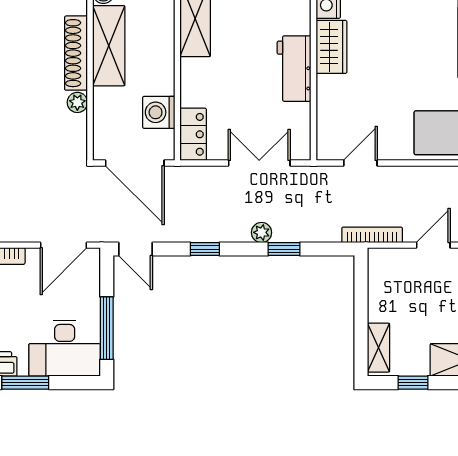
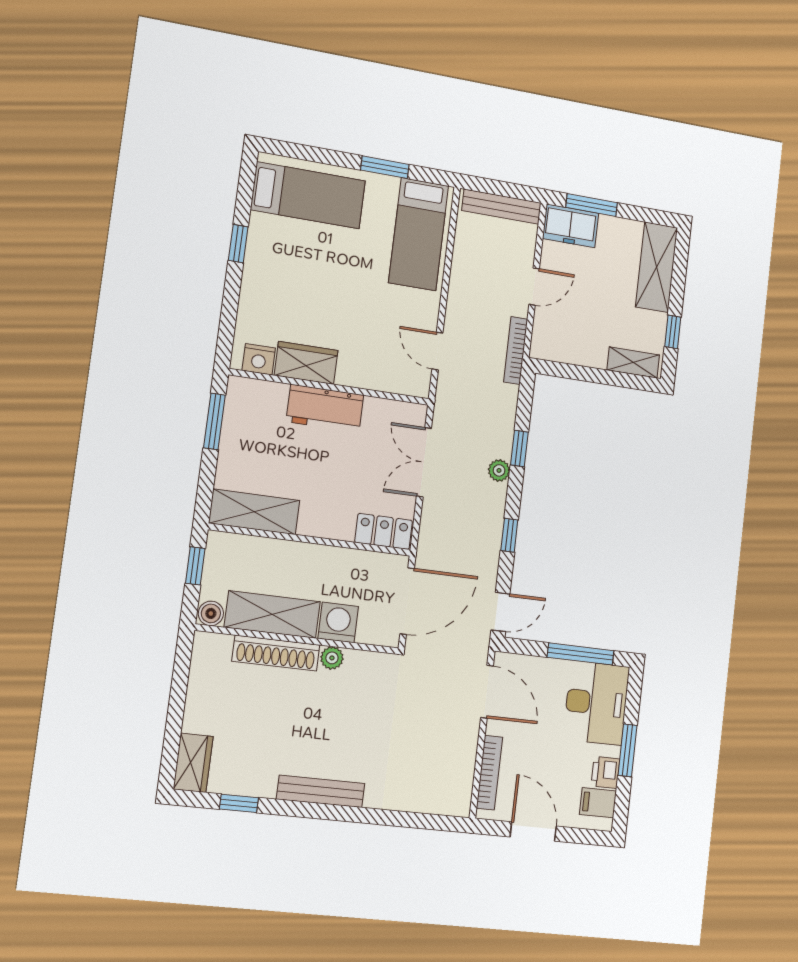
washing machine: (159, 112) -> (338, 622), moved, turned 180
door: (433, 245) -> (534, 287), swing flipped

